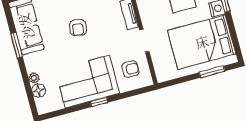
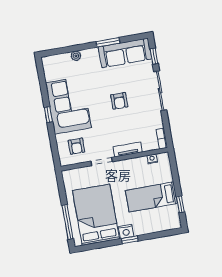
armchair: (78, 28) -> (119, 101), turned -100
window: (212, 72) -> (68, 222), width x1.44
floor lamp: (39, 90) -> (64, 59), removed

